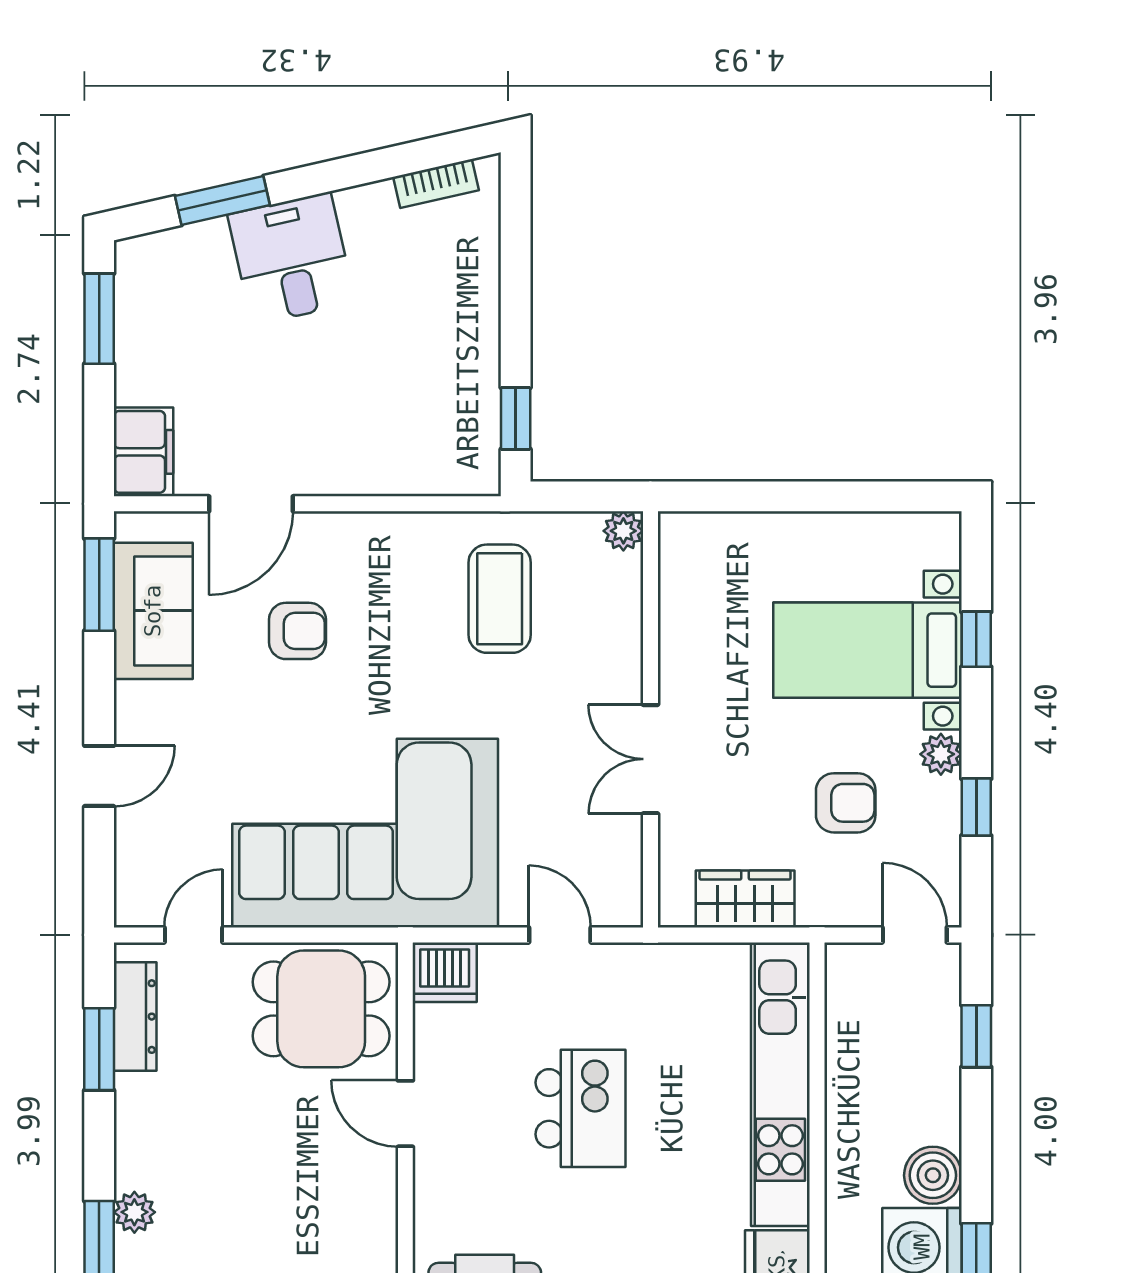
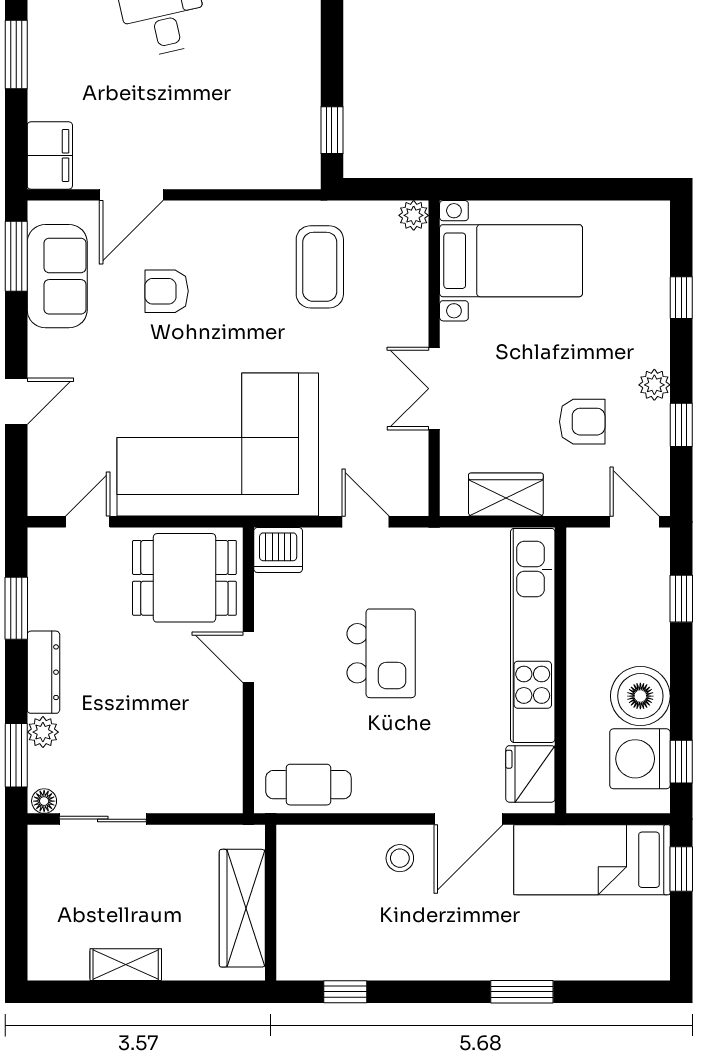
armchair: (297, 631) -> (167, 291), turned 180
bed with nightstands: (867, 650) -> (511, 261), moved, turned 180
dresser: (135, 1017) -> (43, 672), moved
boiler: (933, 1175) -> (640, 696), width x1.37, depth x1.37

